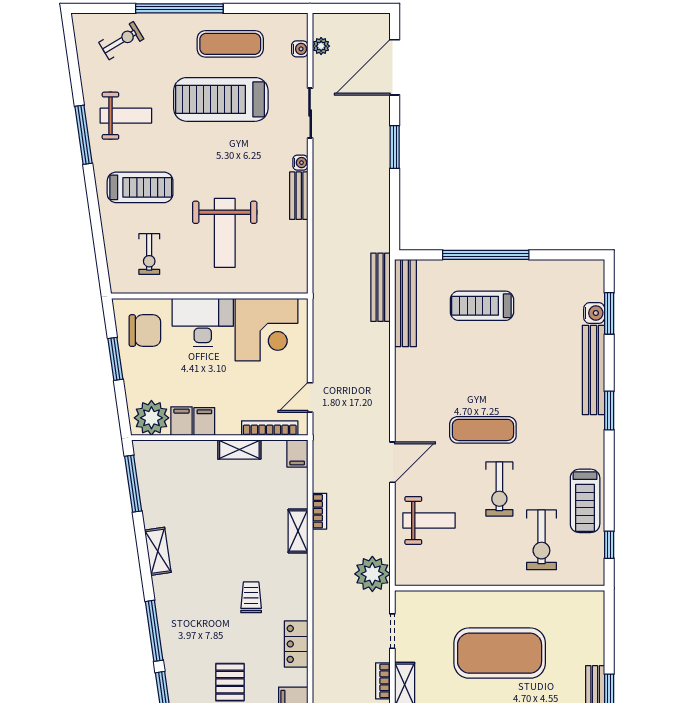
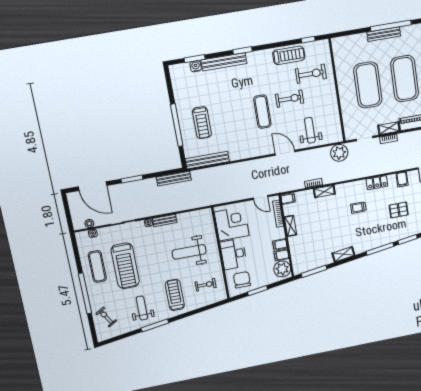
weight bench: (225, 233) -> (189, 252), turned 180
bench: (380, 287) -> (174, 179), moved

